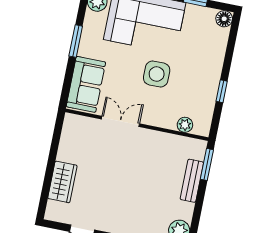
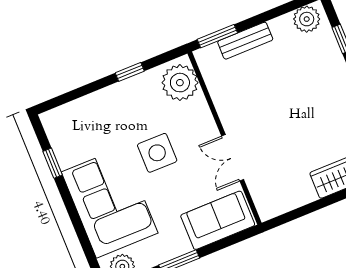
floor lamp: (224, 19) -> (51, 120), removed
plant: (185, 125) -> (180, 83), width x1.87, depth x1.87

